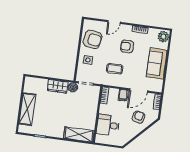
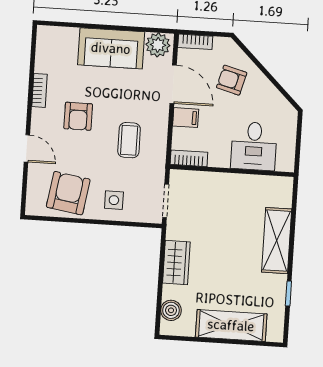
plant: (163, 37) -> (158, 45), moved
boiler: (73, 87) -> (171, 310), moved
shelving: (79, 134) -> (277, 241), moved

